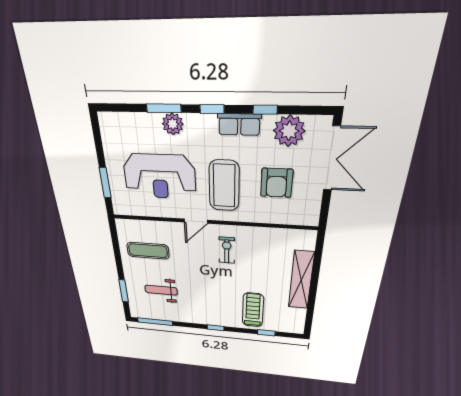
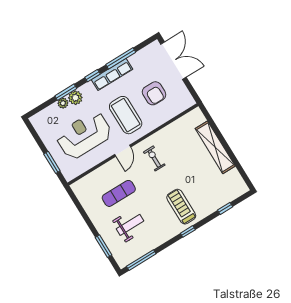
window: (265, 110) -> (121, 58), width x2.17
row of seats: (239, 124) -> (112, 74), width x1.48
plant: (289, 131) -> (63, 103), moved, width x0.53, depth x0.53
reception desk: (159, 177) -> (84, 135), turned 180
exercise mat: (148, 251) -> (119, 193), moved
weight bench: (161, 290) -> (130, 225), turned 180
treadmill: (253, 310) -> (181, 207), moved

